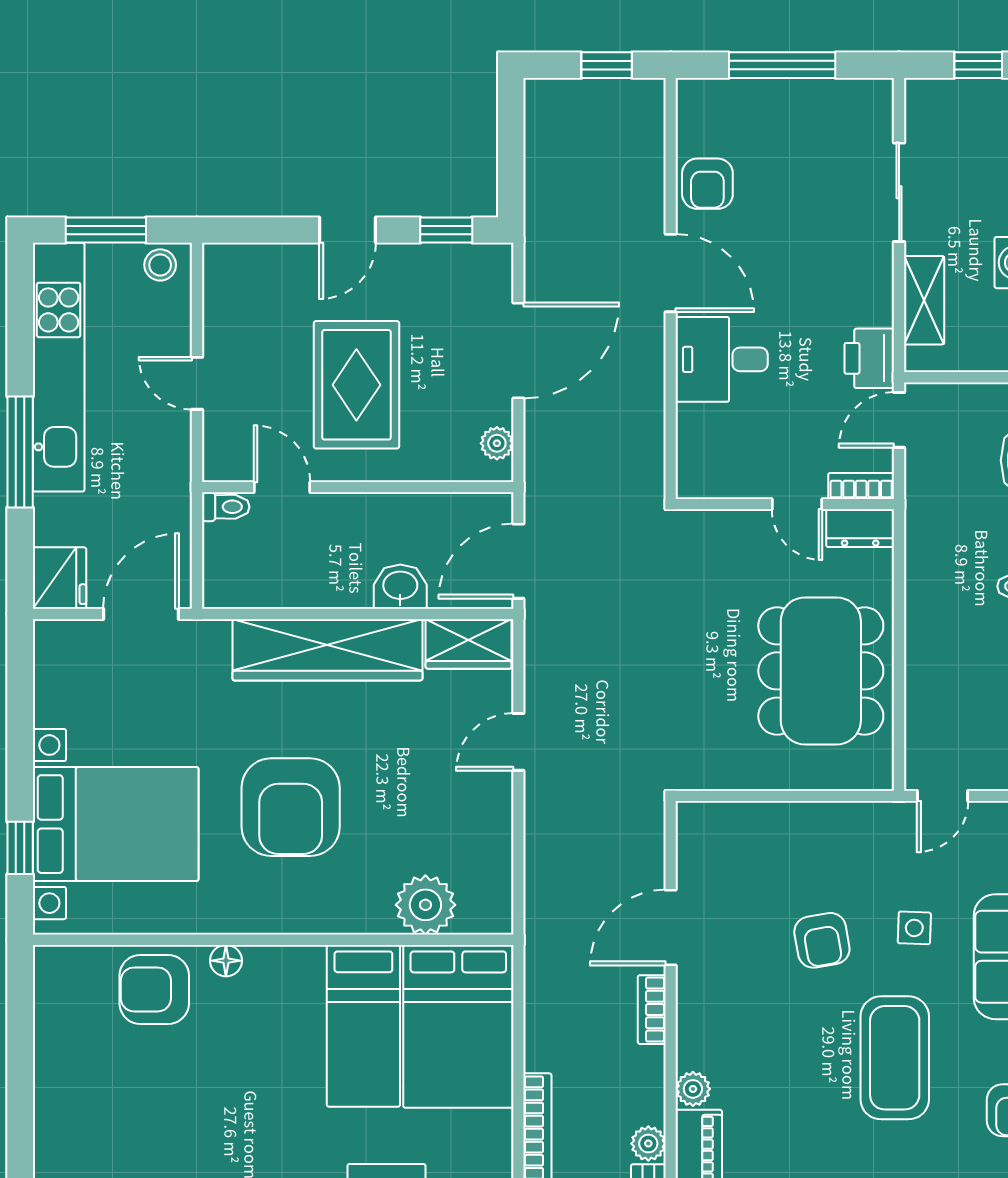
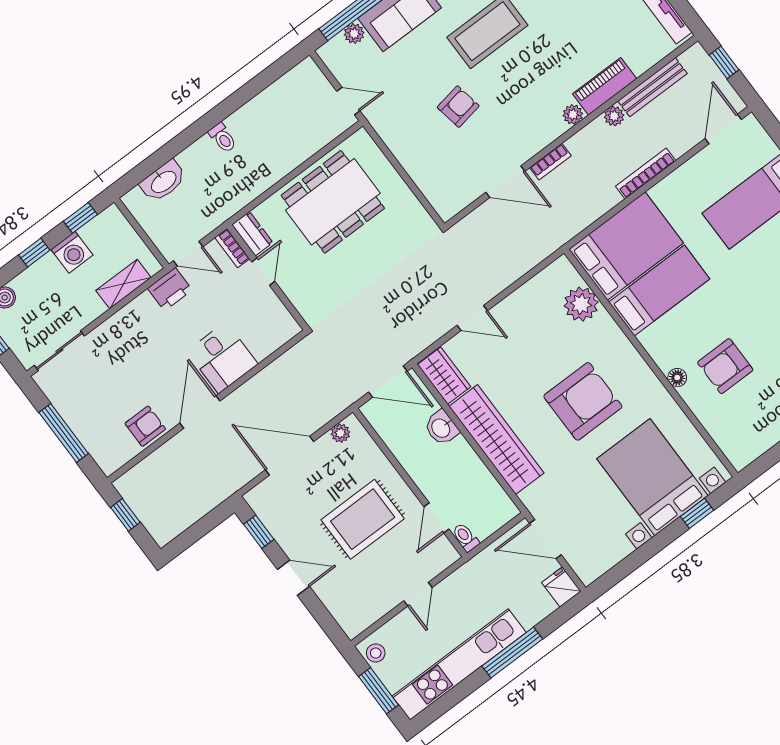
sliding door: (899, 192) -> (59, 351), moved
fridge: (59, 578) -> (561, 587), width x0.72
side table: (914, 928) -> (420, 68), removed
armchair: (154, 989) -> (725, 366), moved, turned 90

